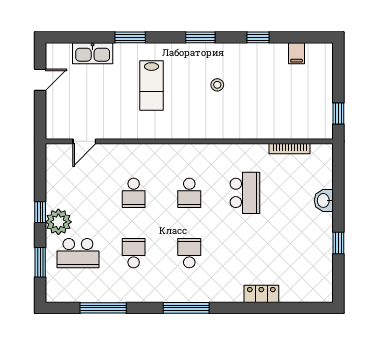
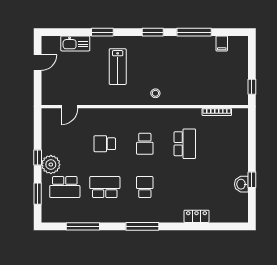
window: (258, 37) -> (194, 32), width x2.17
stool: (217, 85) -> (155, 93), moved
school desk: (134, 193) -> (105, 144), turned 90
washbasin: (324, 200) -> (241, 184), moved
school desk: (134, 253) -> (105, 187), width x1.85

